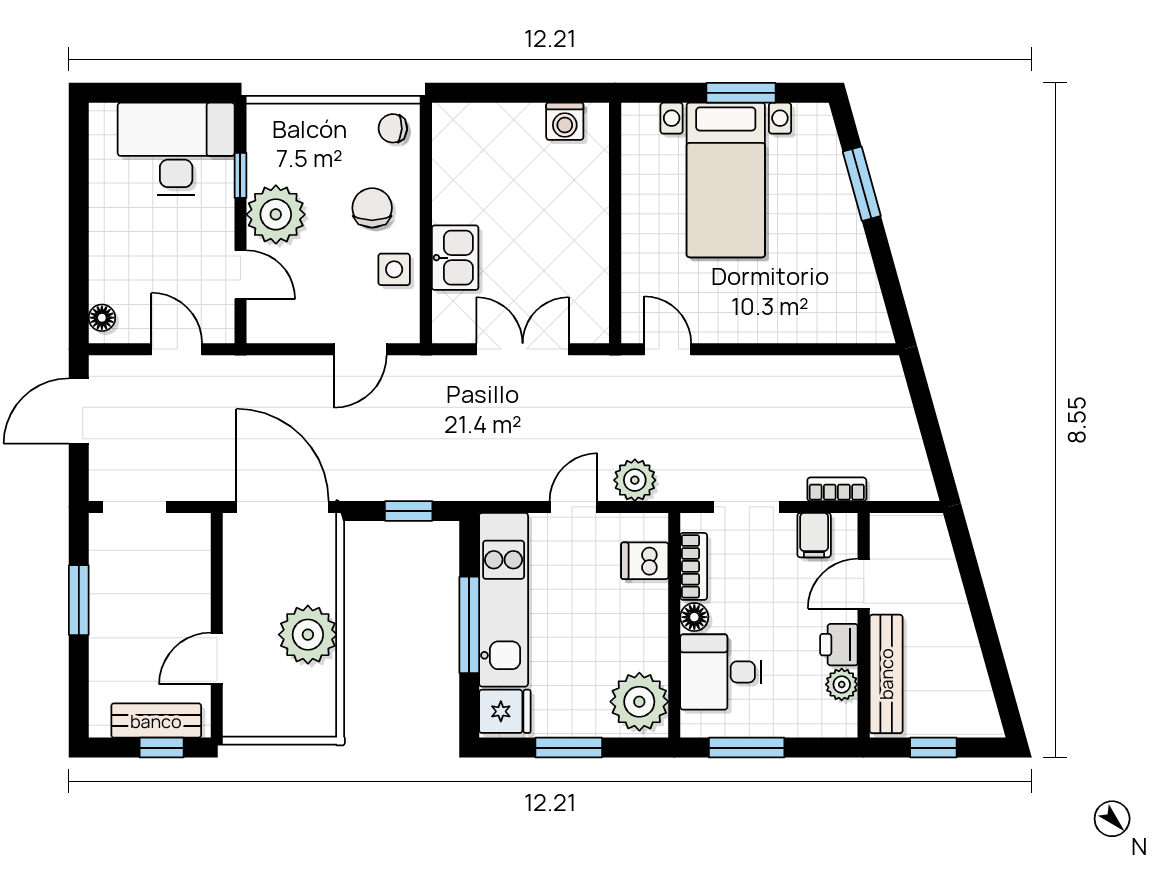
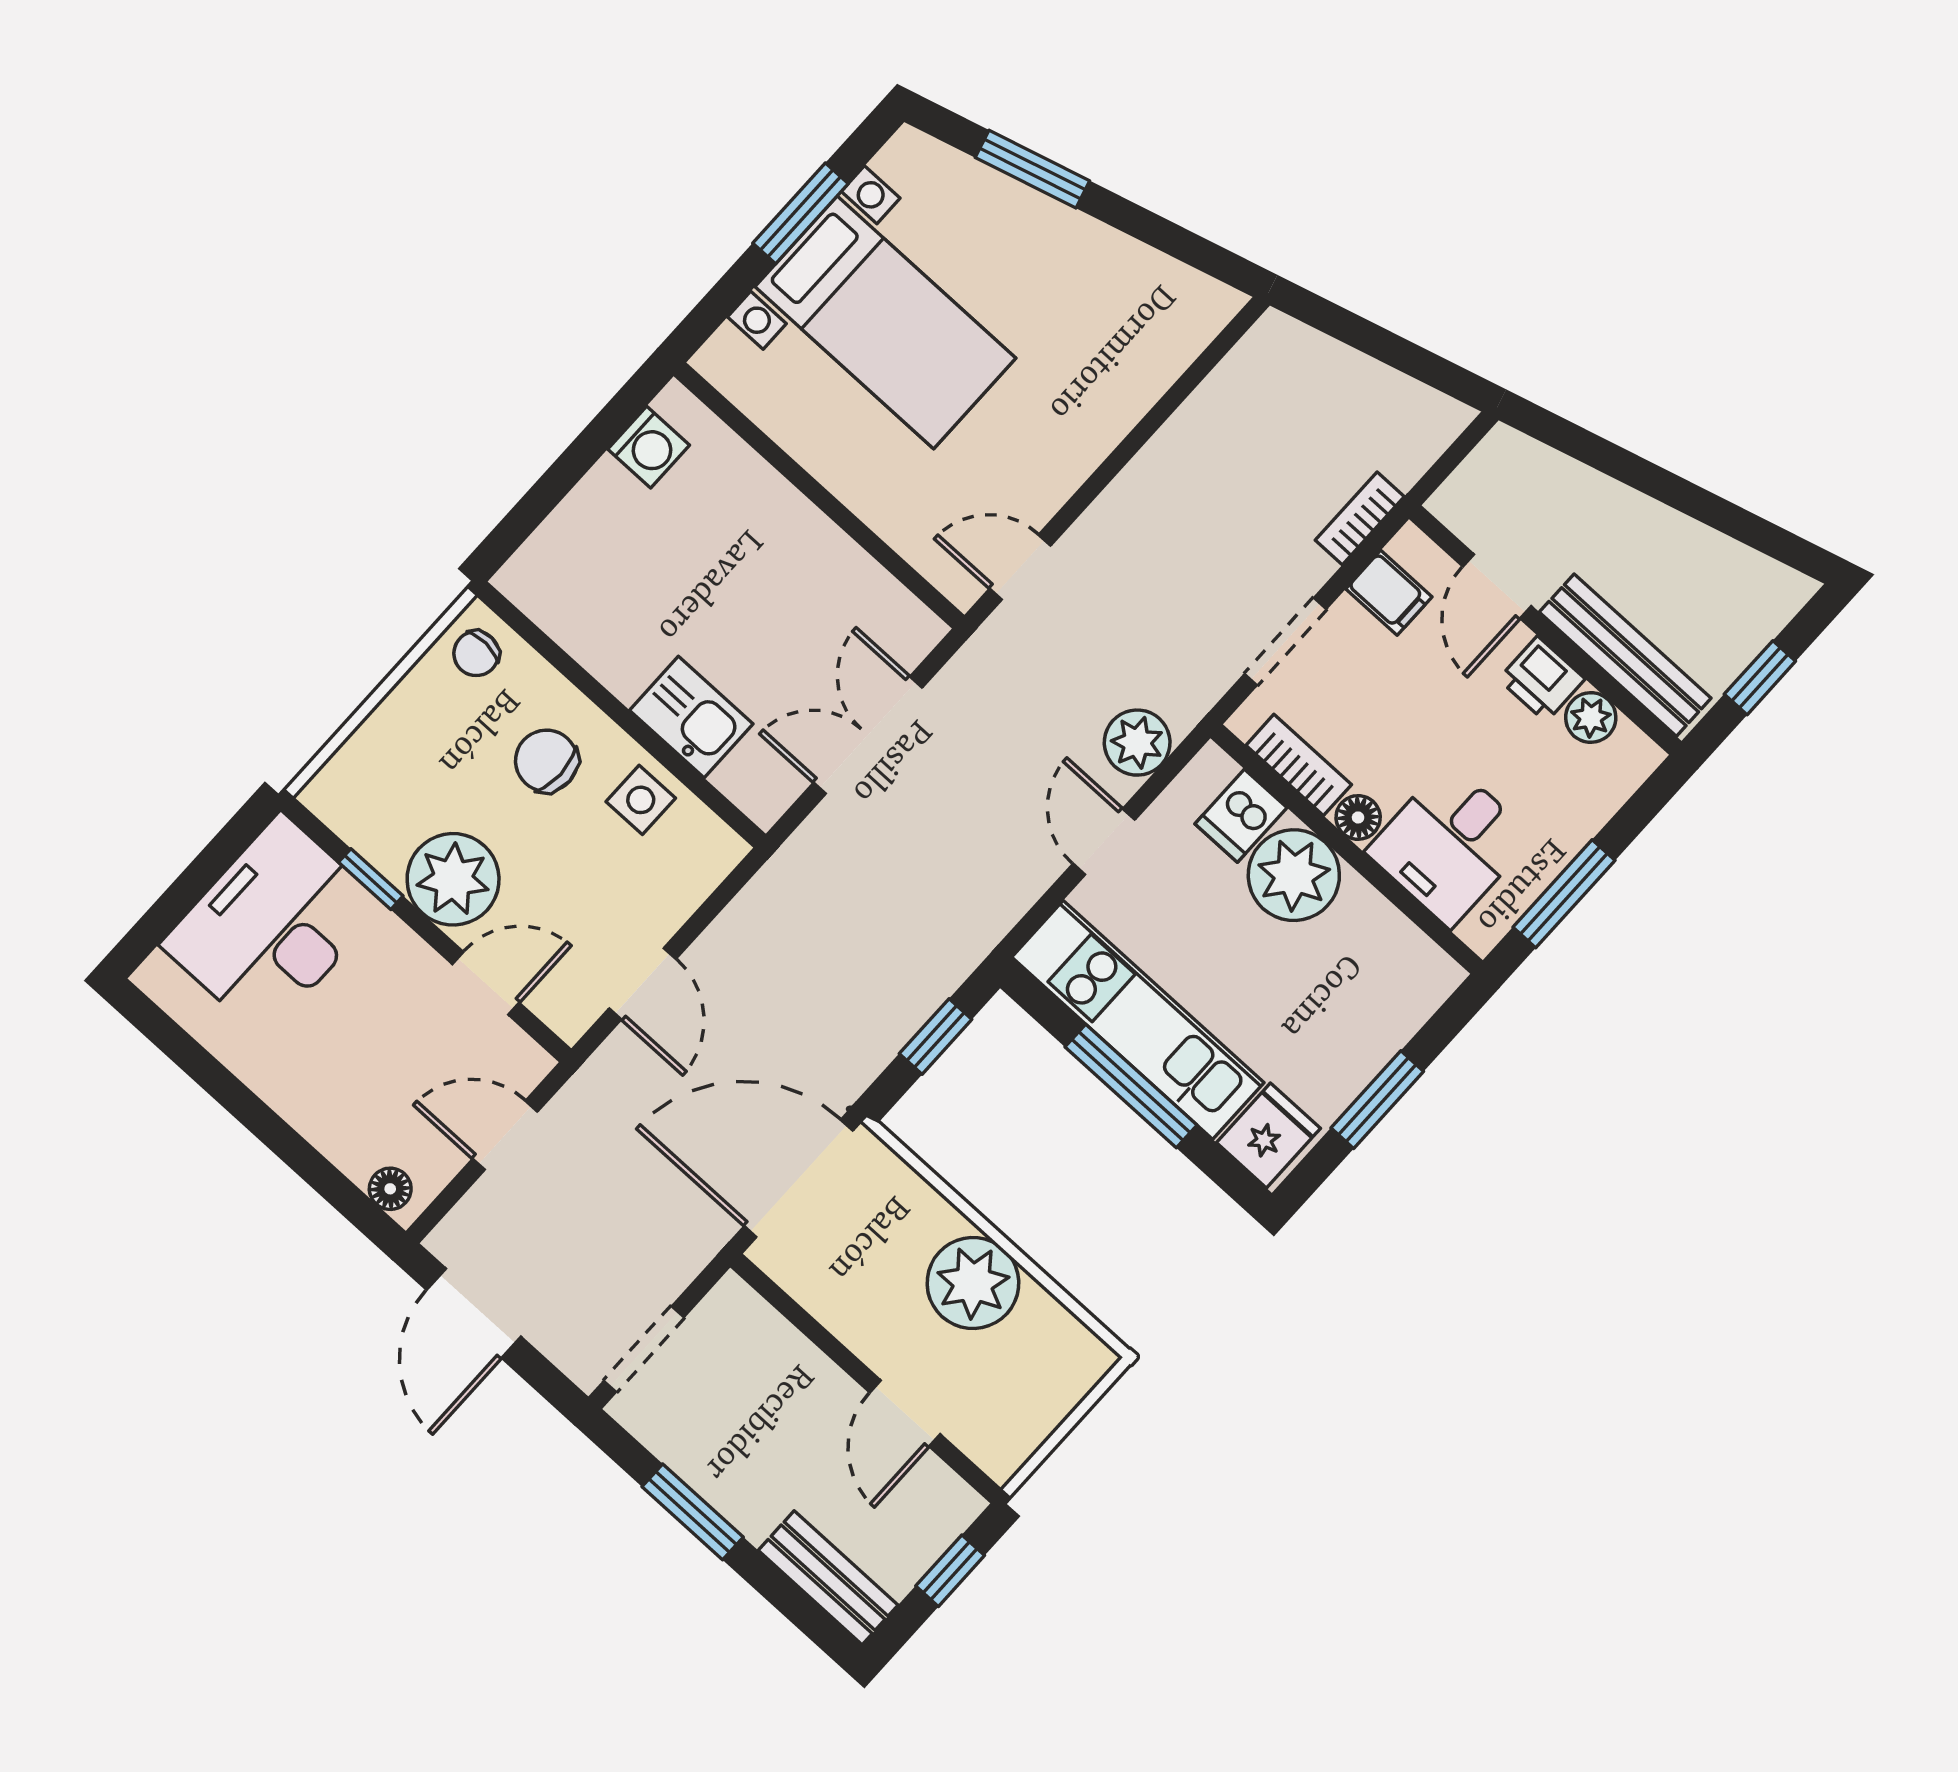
door: (360, 349) -> (643, 984), moved
plant: (639, 702) -> (1294, 875), moved
bench: (156, 721) -> (828, 1578), moved, turned 90

